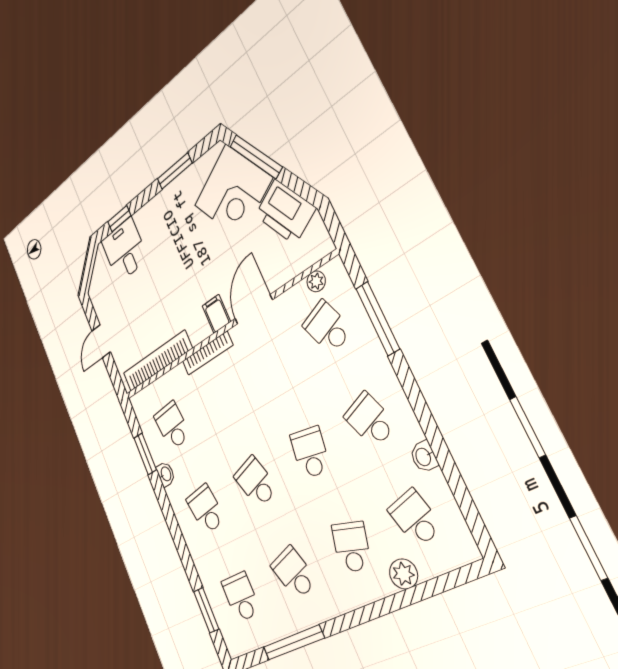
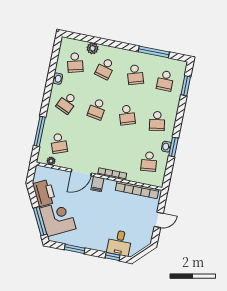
school desk: (370, 420) -> (67, 103), turned 45
window: (145, 454) -> (173, 147), moved

